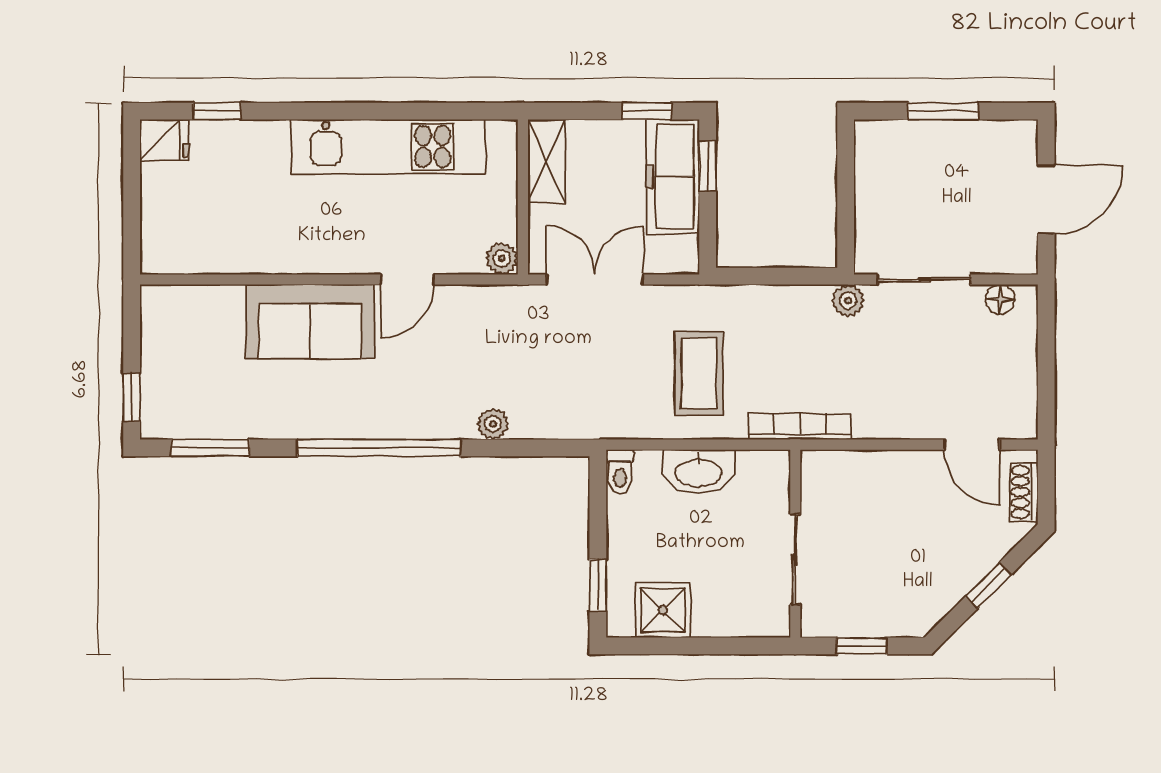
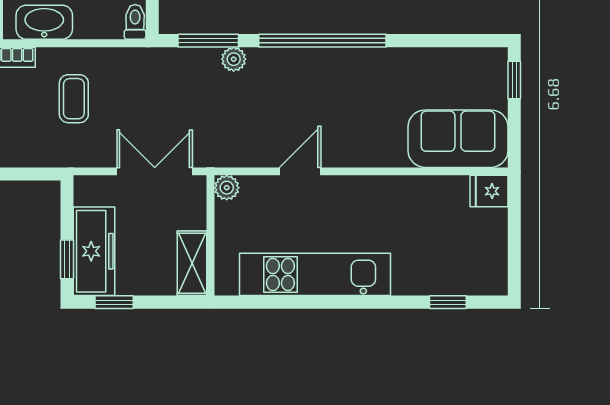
fridge: (164, 140) -> (489, 191), moved
double door: (595, 279) -> (155, 171), swing flipped
sofa: (310, 322) -> (458, 139), moved
coffee table: (699, 373) -> (74, 99), width x0.73, depth x0.77
window: (211, 448) -> (208, 41), moved
washbasin: (698, 472) -> (44, 22), moved

